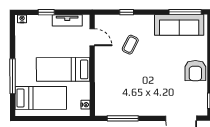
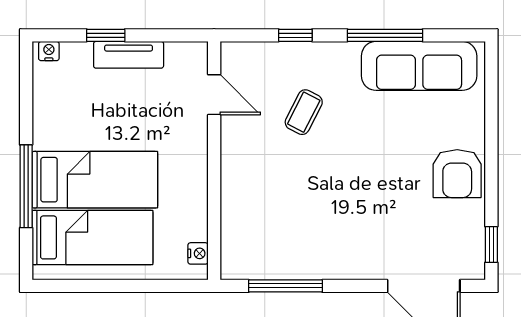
window: (185, 12) -> (385, 35), moved
tv unit: (67, 20) -> (129, 55), moved
bed: (63, 69) -> (95, 180), moved, turned 180

